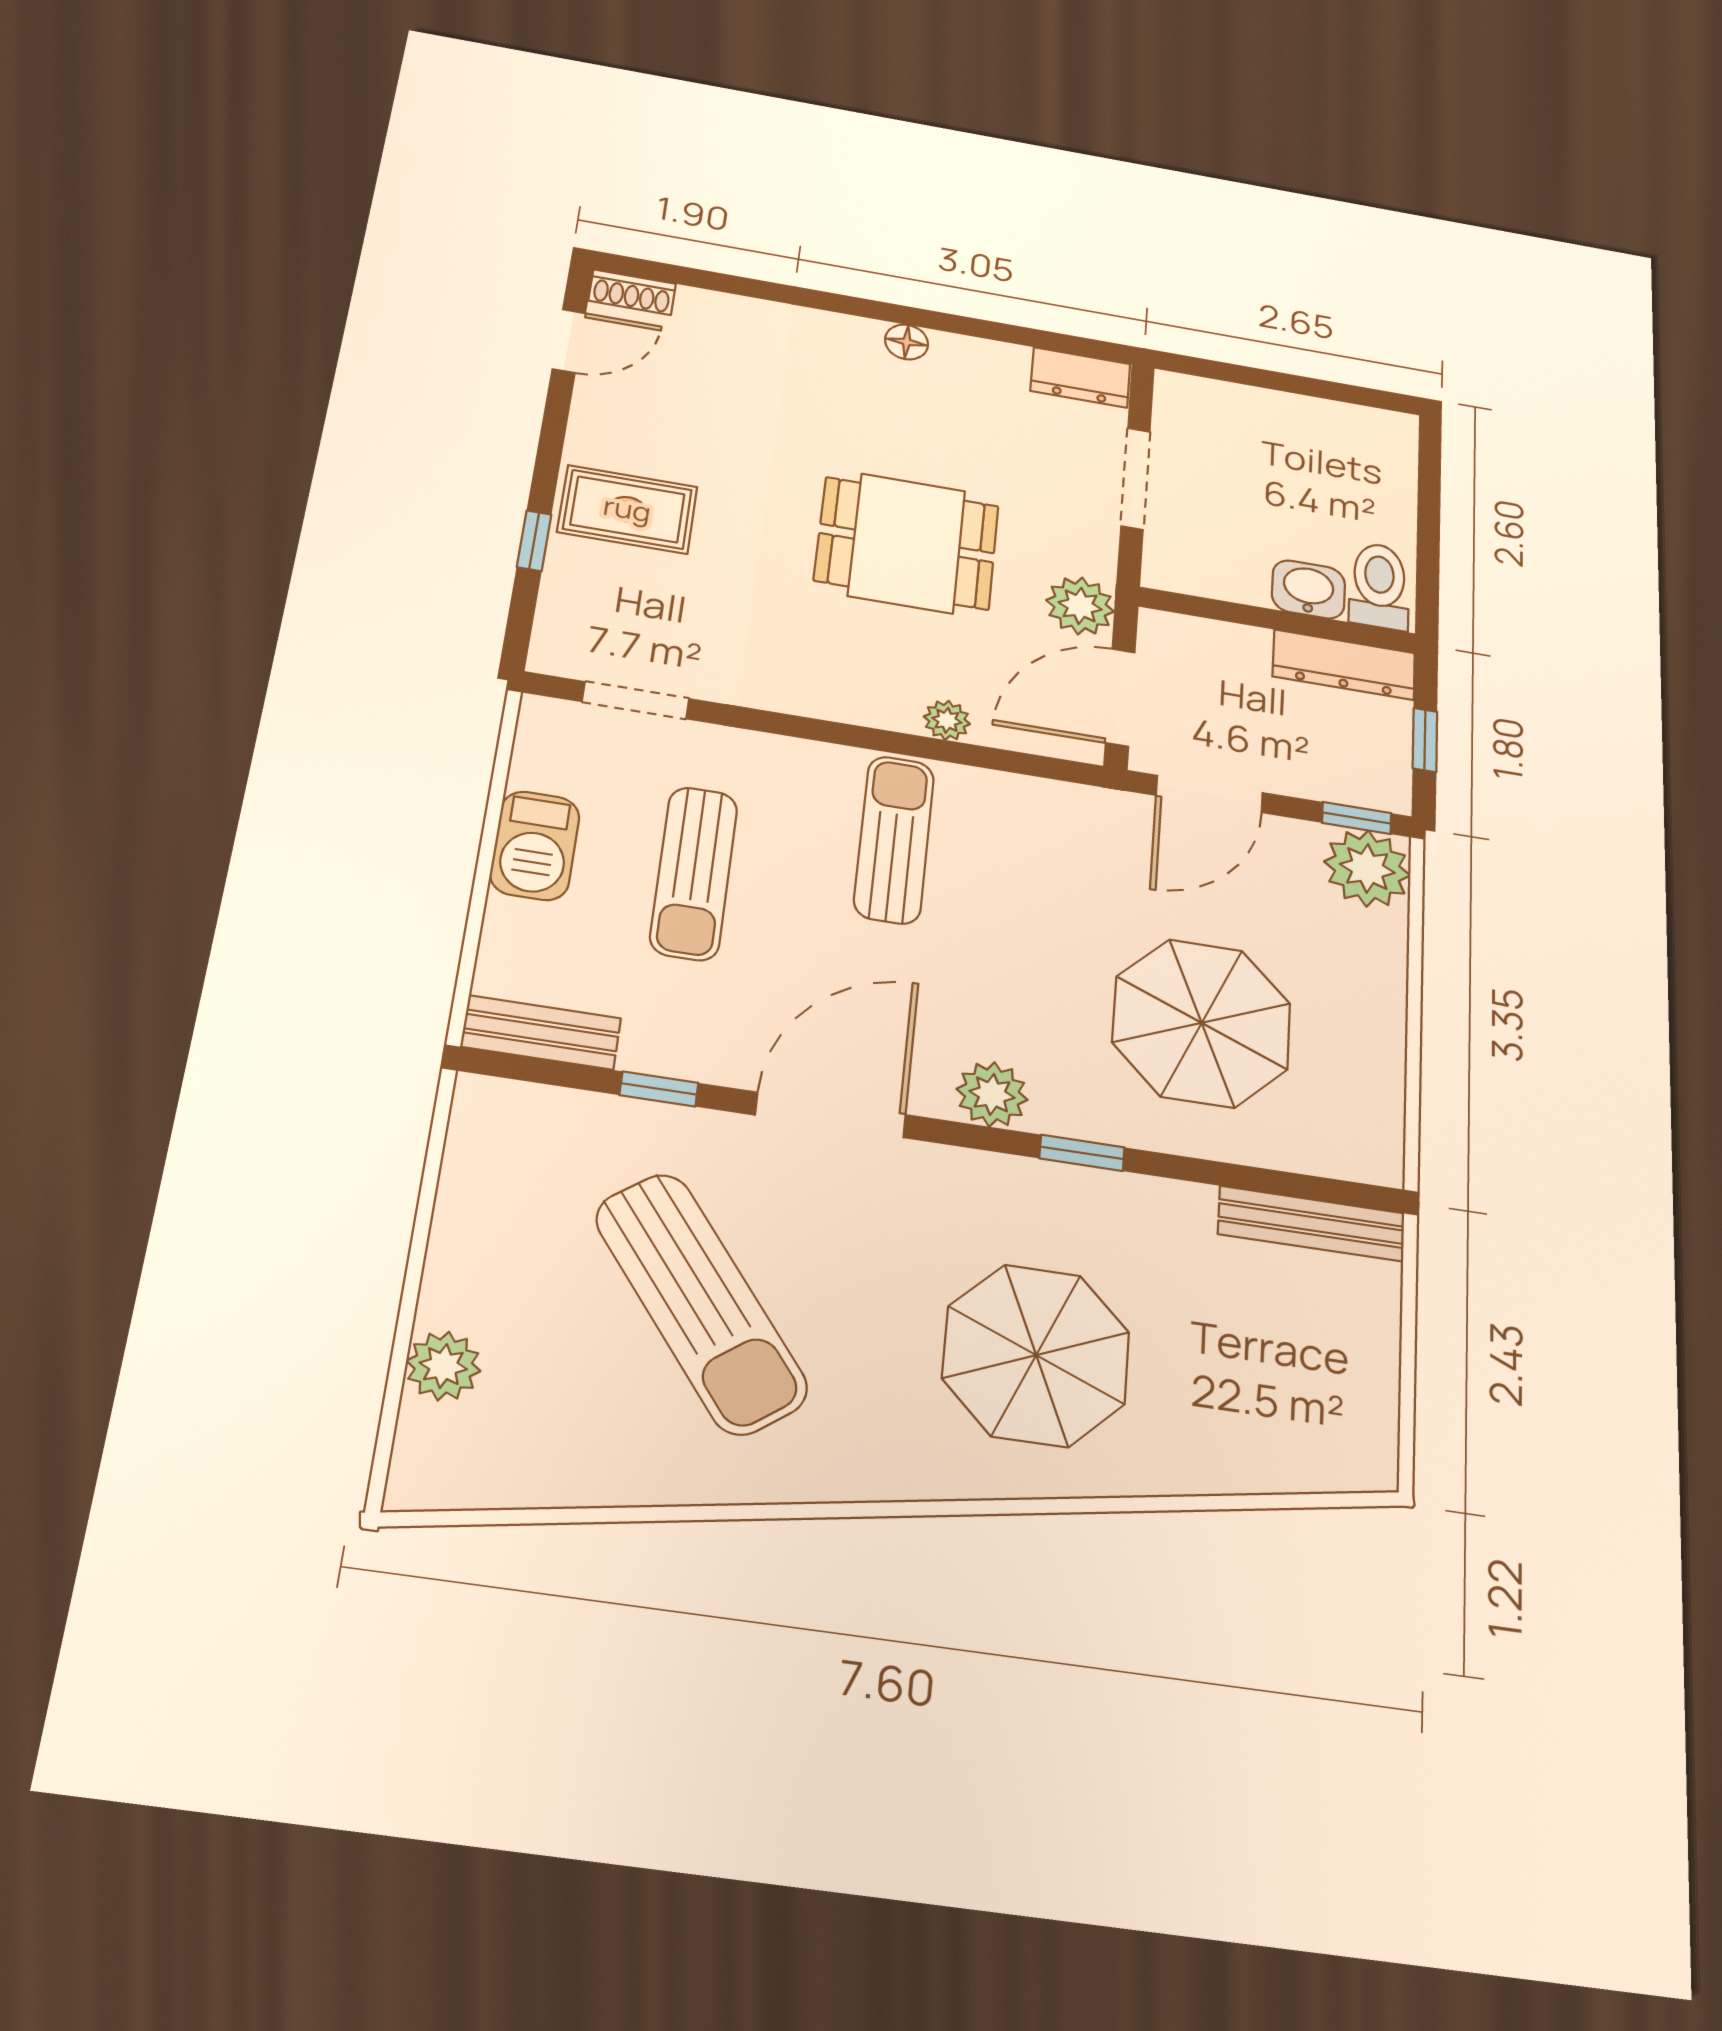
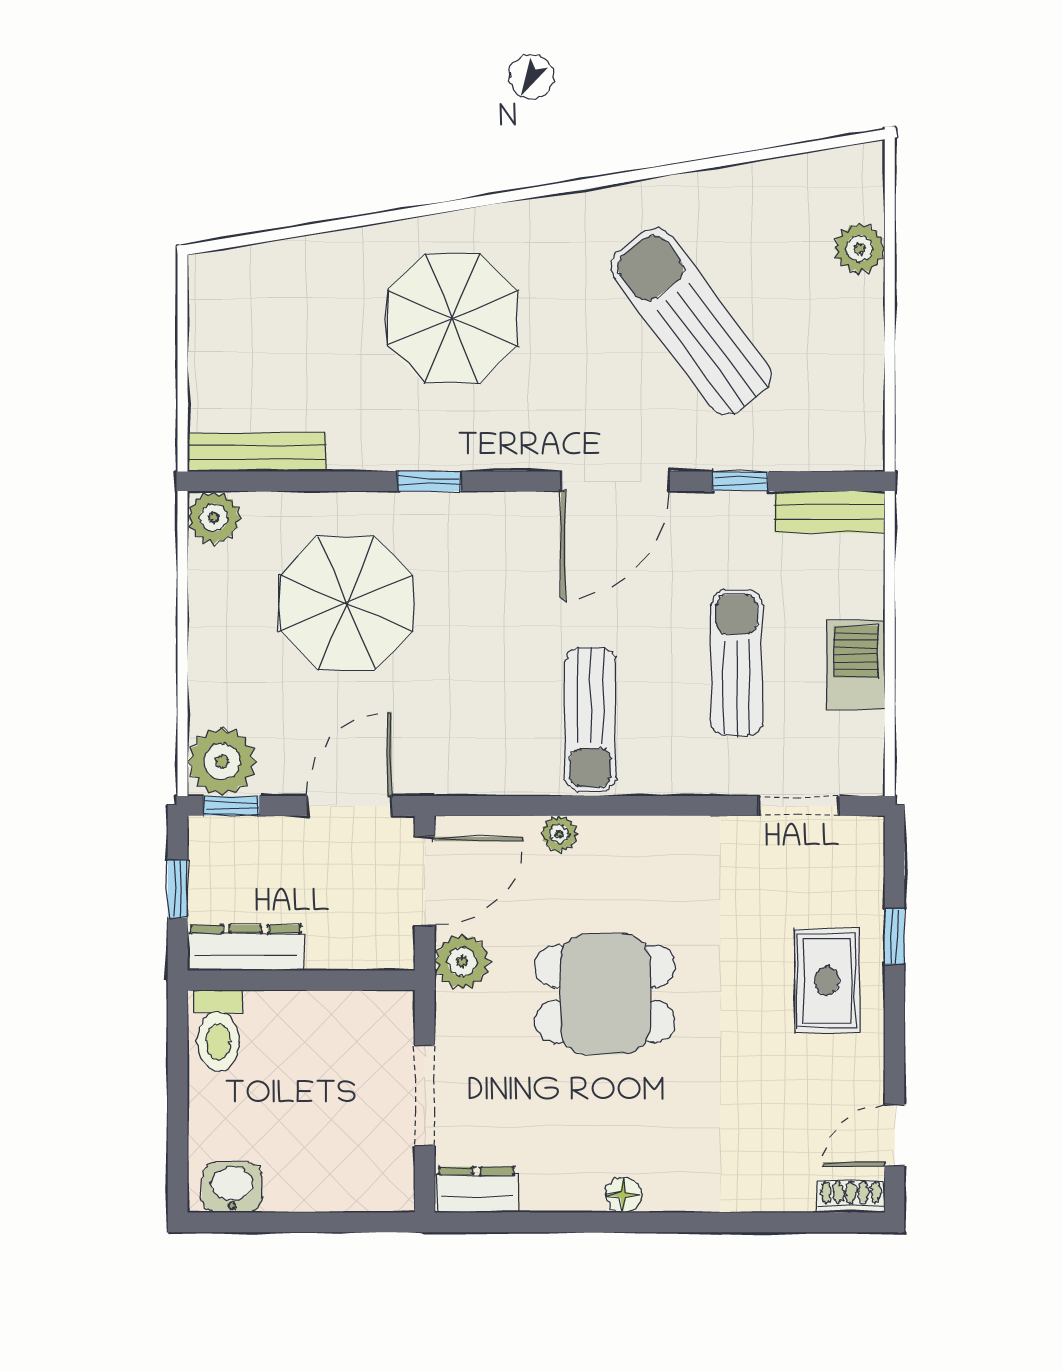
rug: (627, 509) -> (827, 981), turned 90
washbasin: (1308, 589) -> (232, 1187), moved, turned 180
plant: (992, 1094) -> (214, 518), moved

